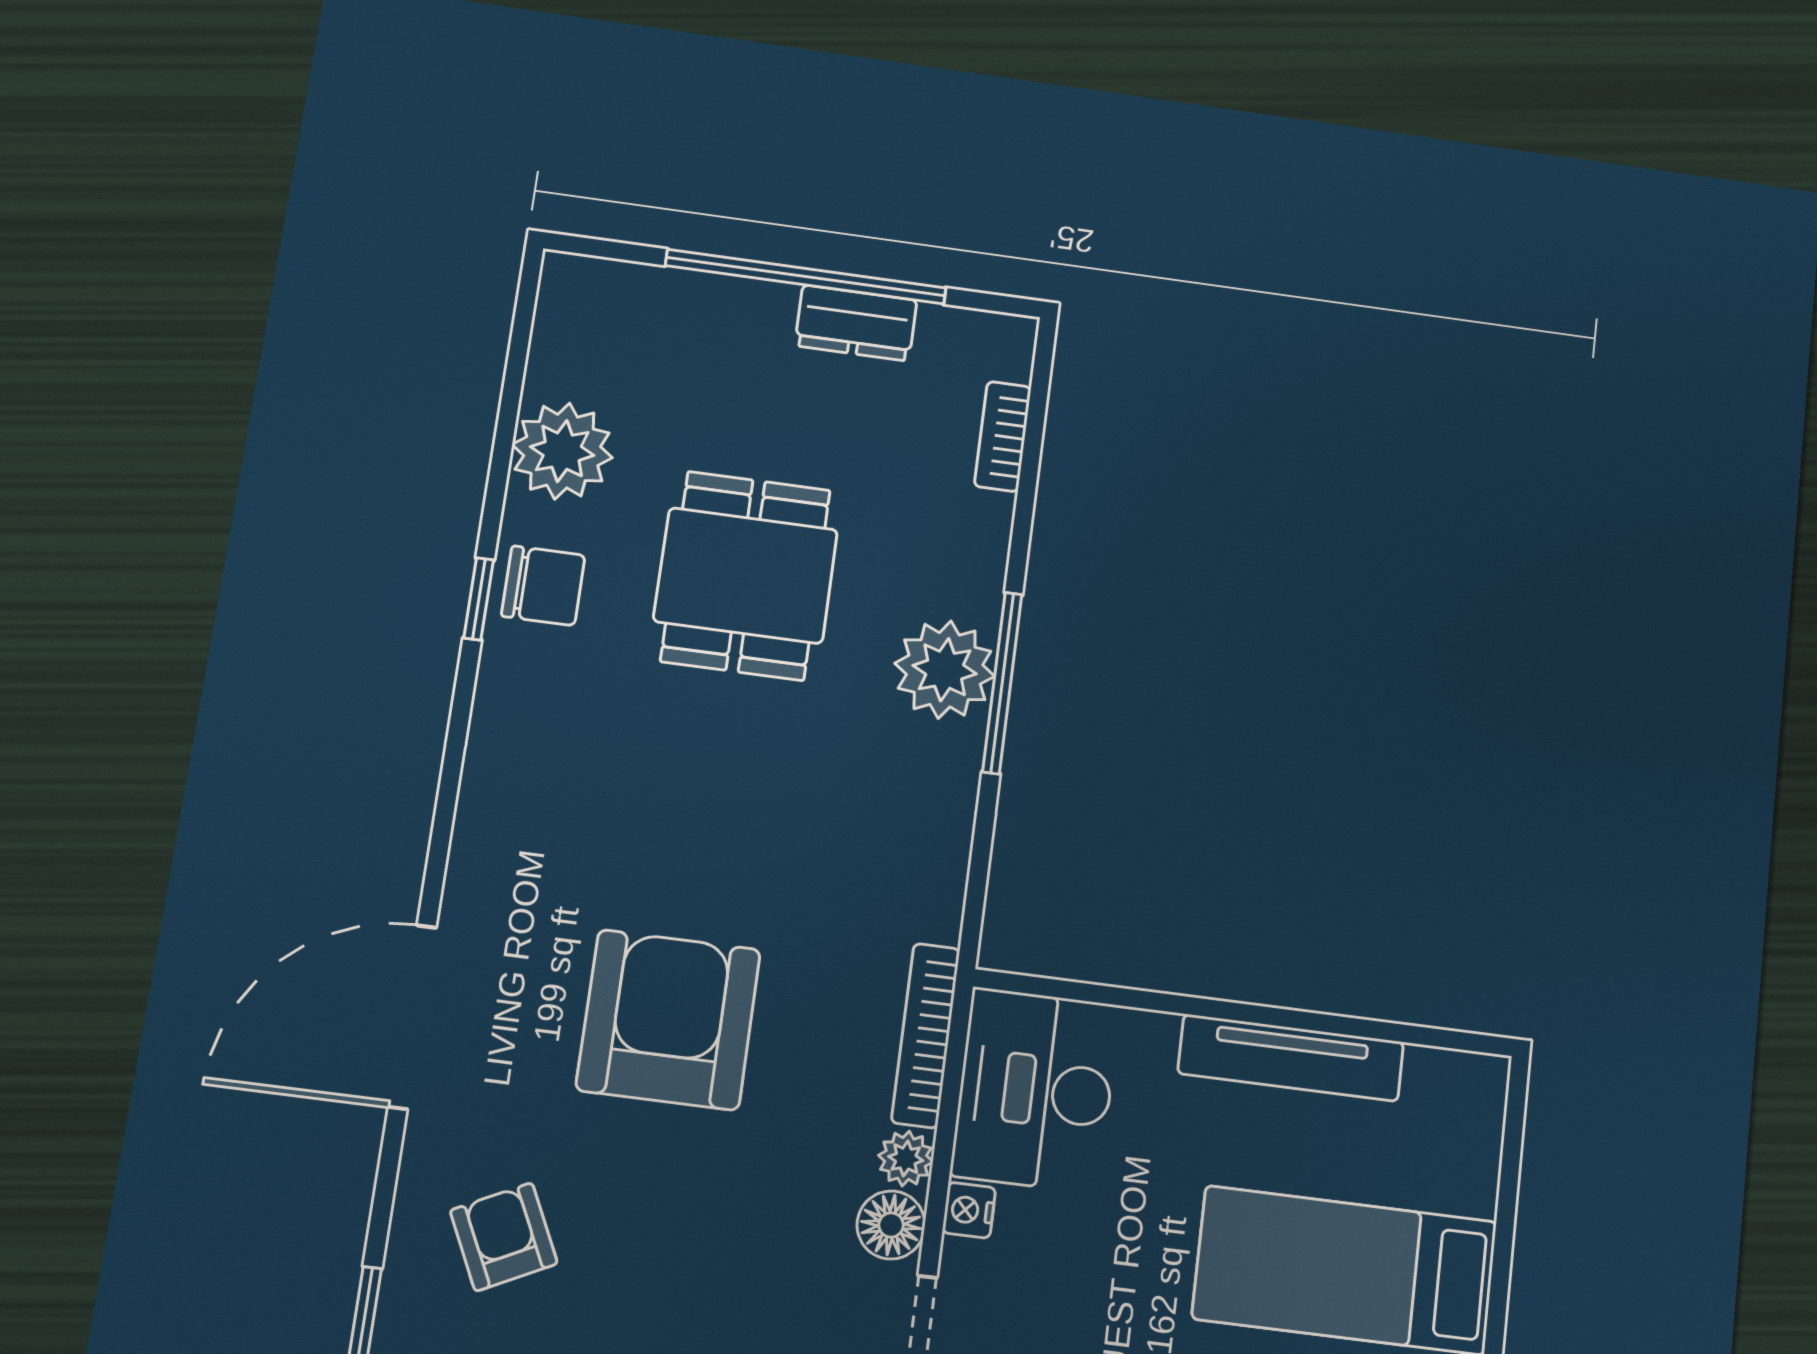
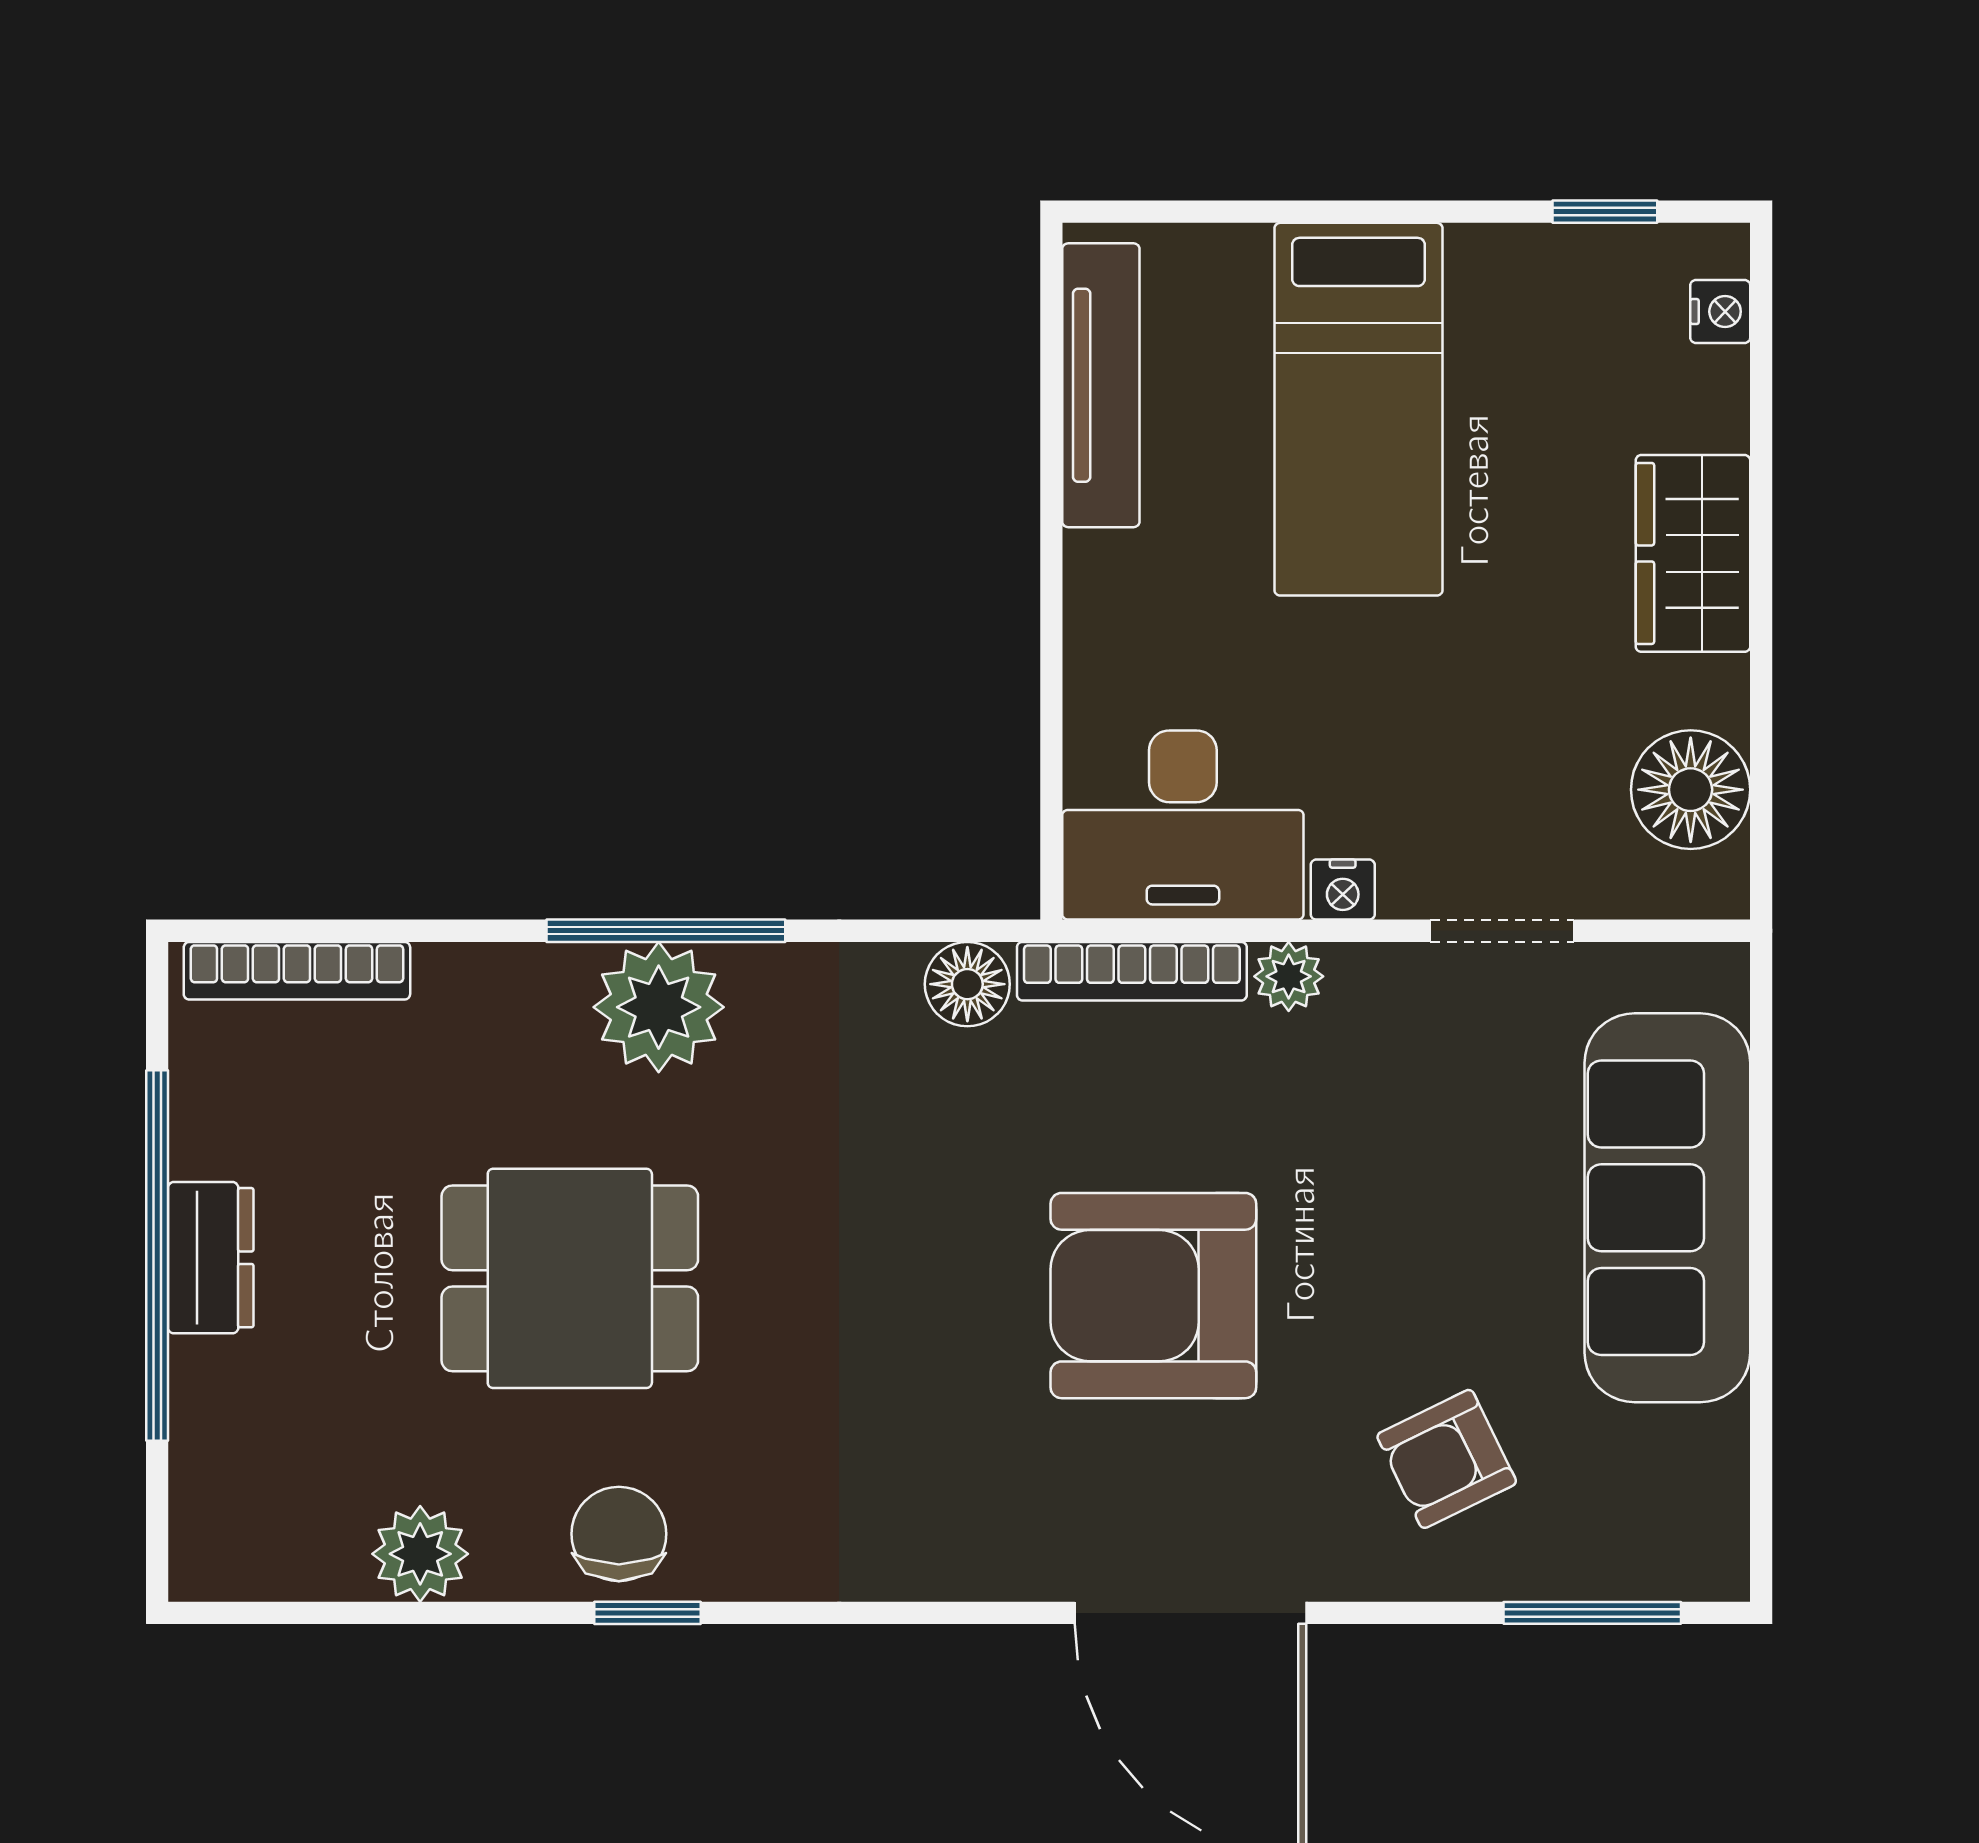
dresser: (856, 323) -> (211, 1258), moved
bookcase: (1003, 437) -> (297, 971), width x1.56
plant: (562, 451) -> (420, 1554), width x0.73, depth x0.73
tv unit: (1291, 1058) -> (1101, 385), moved
floor lamp: (891, 1225) -> (967, 984), moved

